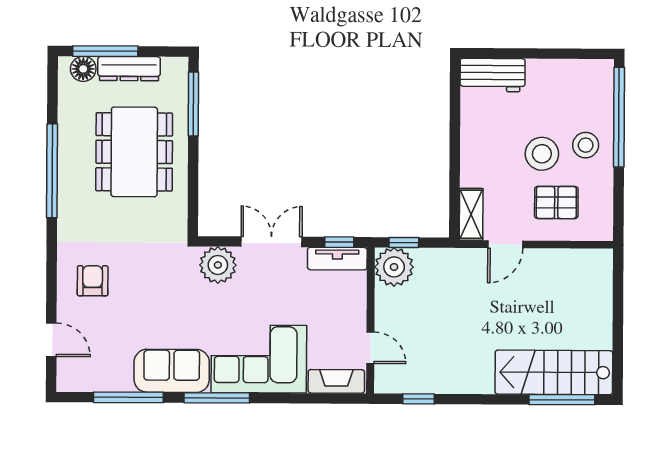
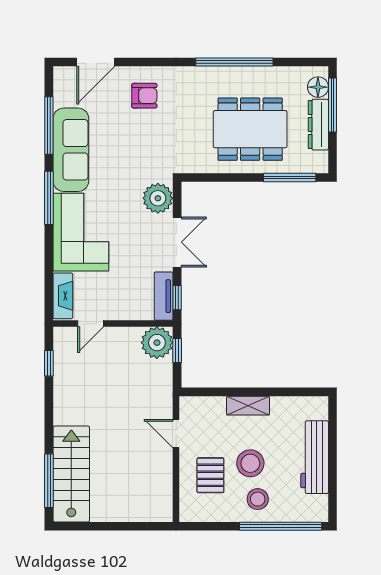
workbench: (493, 75) -> (315, 457), moved, width x1.38
shelving: (471, 214) -> (248, 406), moved
door: (51, 340) -> (96, 62), width x1.38
sofa: (172, 371) -> (71, 150), width x1.36

